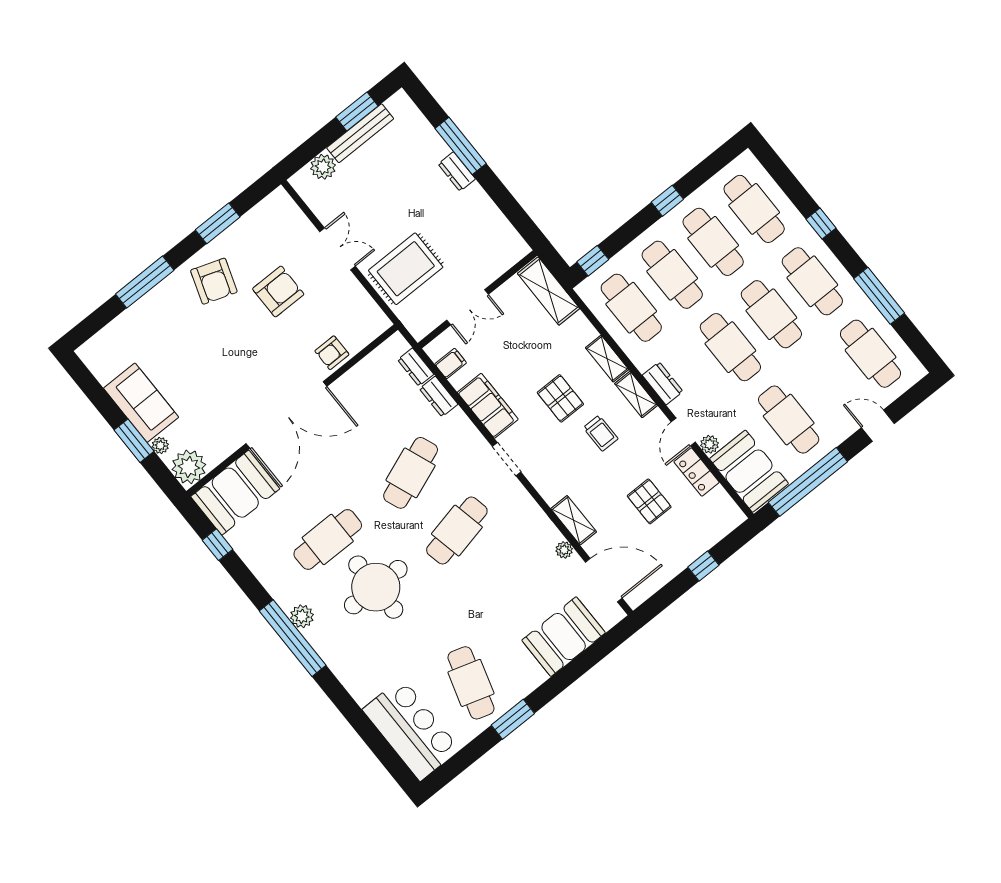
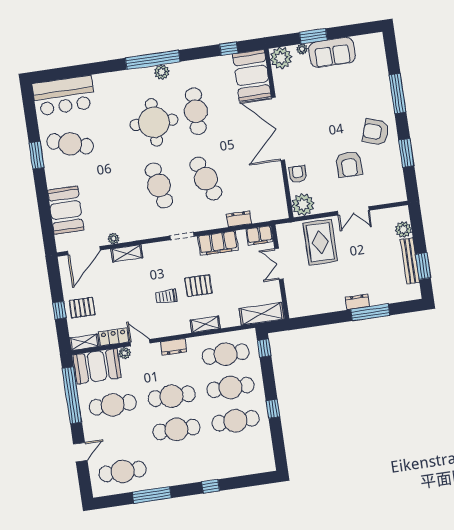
cafe table: (754, 209) -> (240, 454), removed
cafe table: (812, 281) -> (181, 463), removed
plant: (369, 322) -> (303, 205), added
filing cabinet: (451, 363) -> (259, 235), width x2.00
dresser: (416, 367) -> (263, 216), removed
shelving: (636, 395) -> (84, 342), moved
pallet: (649, 501) -> (82, 308), moved

